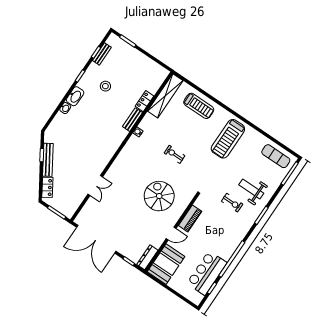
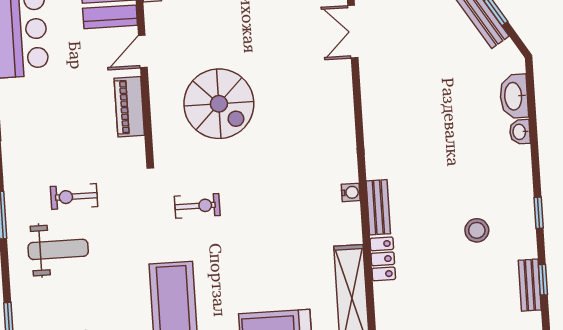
washbasin: (75, 96) -> (514, 96), moved
exercise bike: (175, 154) -> (197, 206), moved

